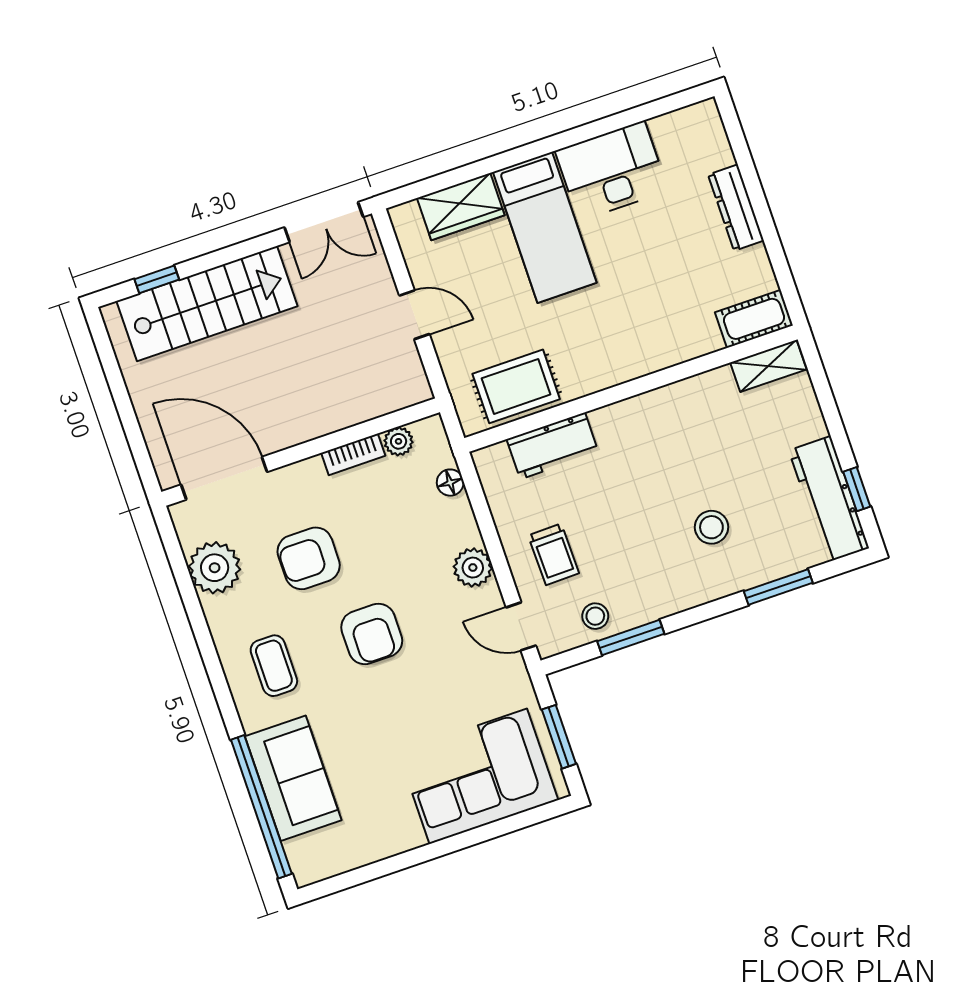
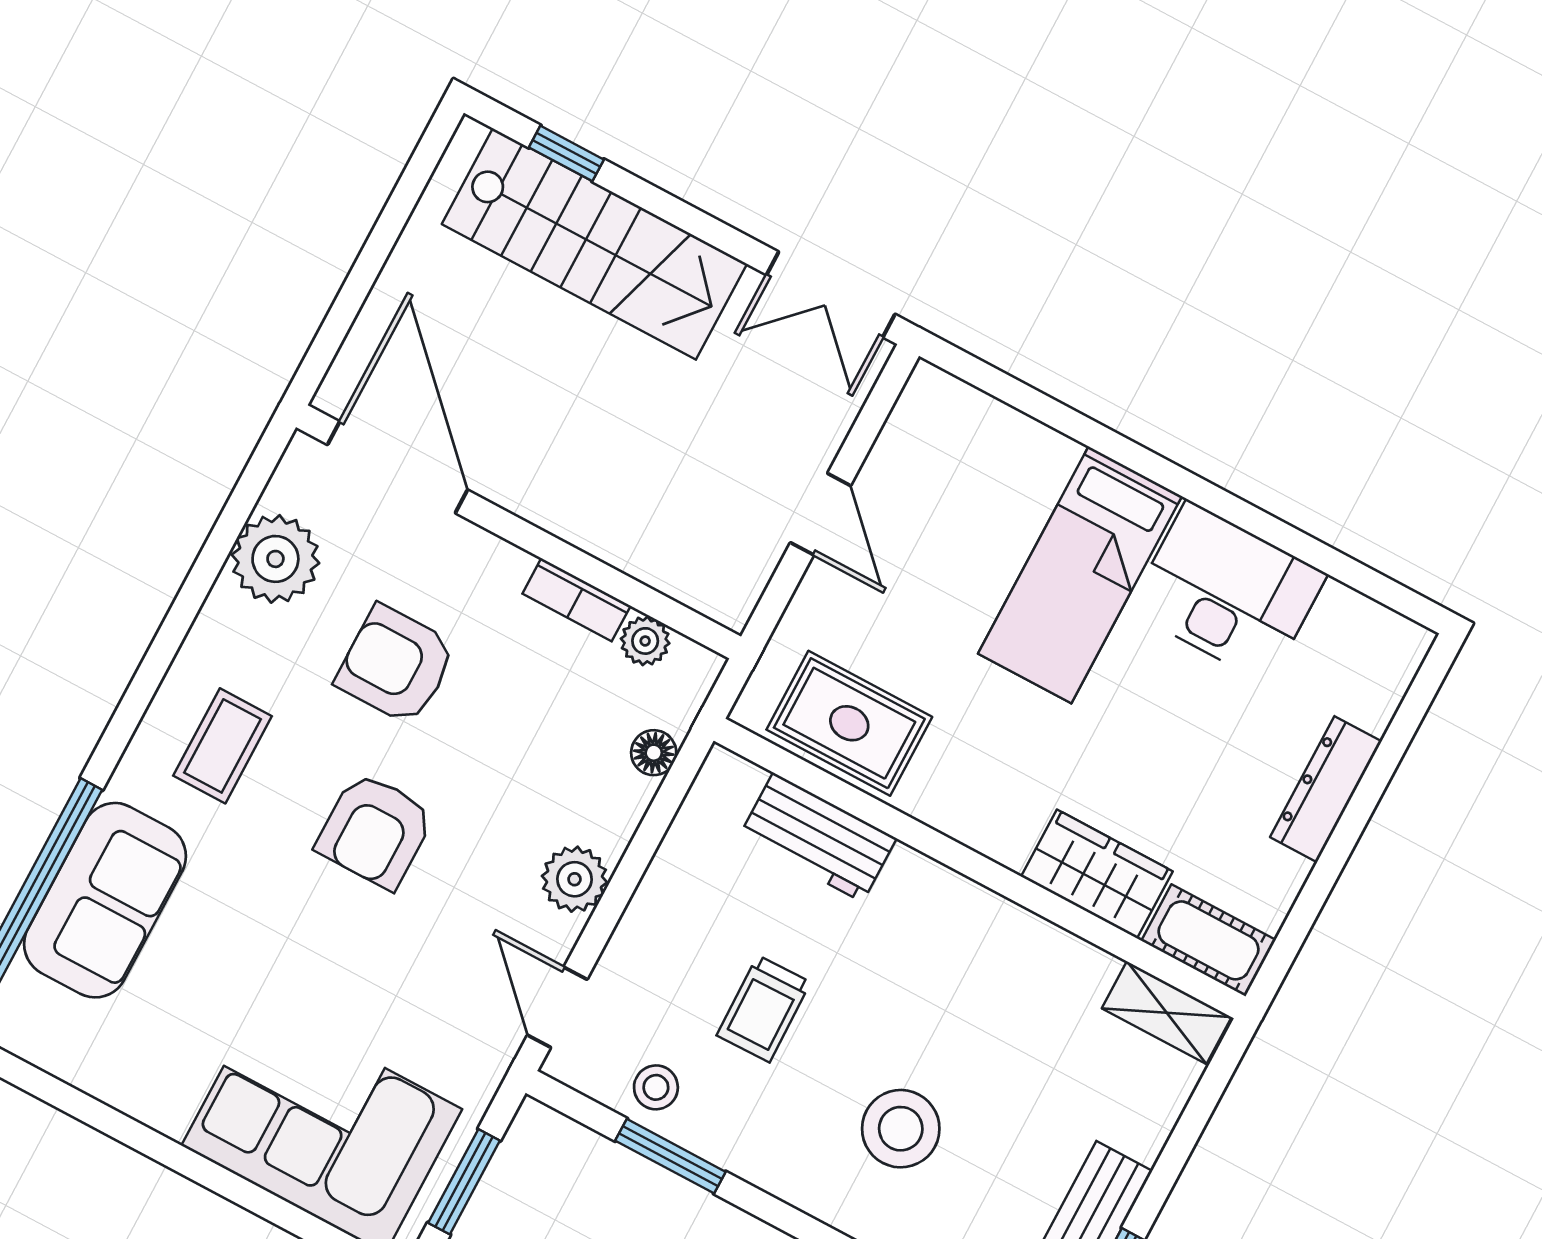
wardrobe: (461, 207) -> (1097, 874), moved, turned 180
stool: (711, 527) -> (901, 1129), width x1.38, depth x1.38
trolley: (554, 554) -> (764, 1009), moved

